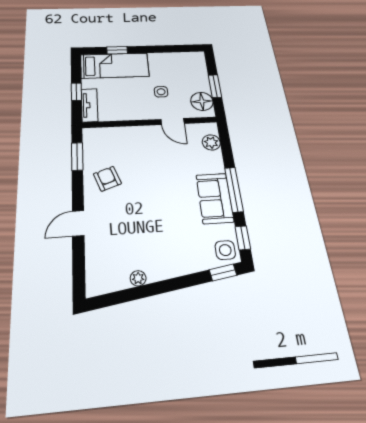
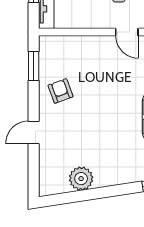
plant: (138, 278) -> (81, 179), width x1.88, depth x1.88

